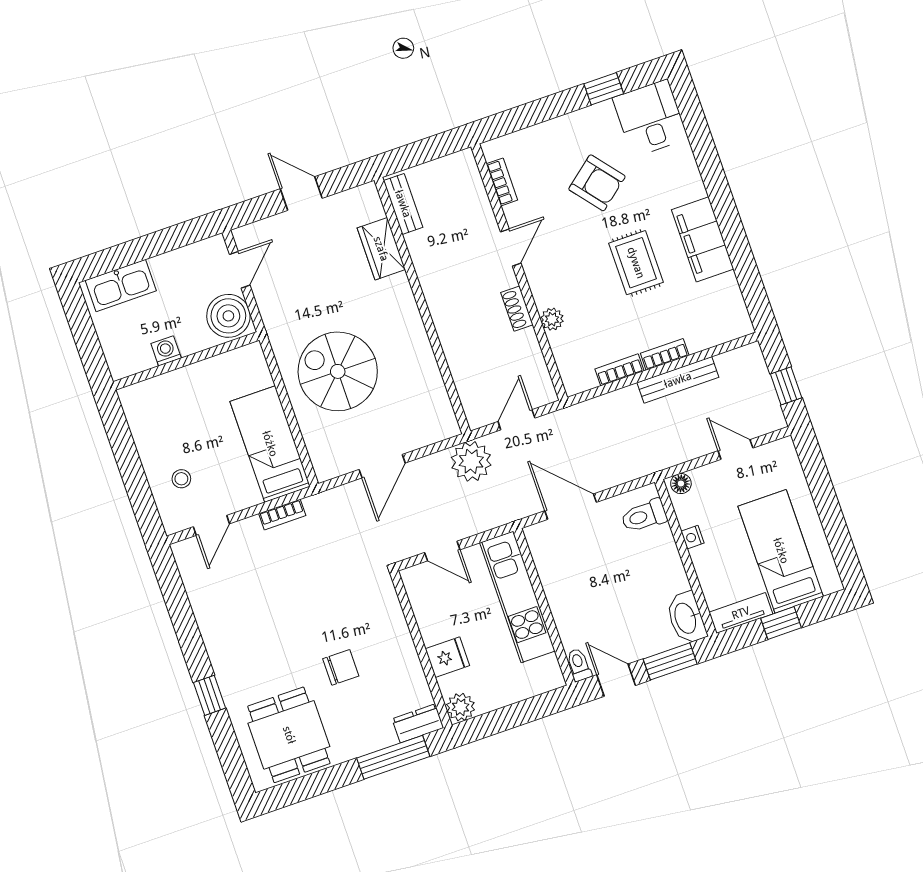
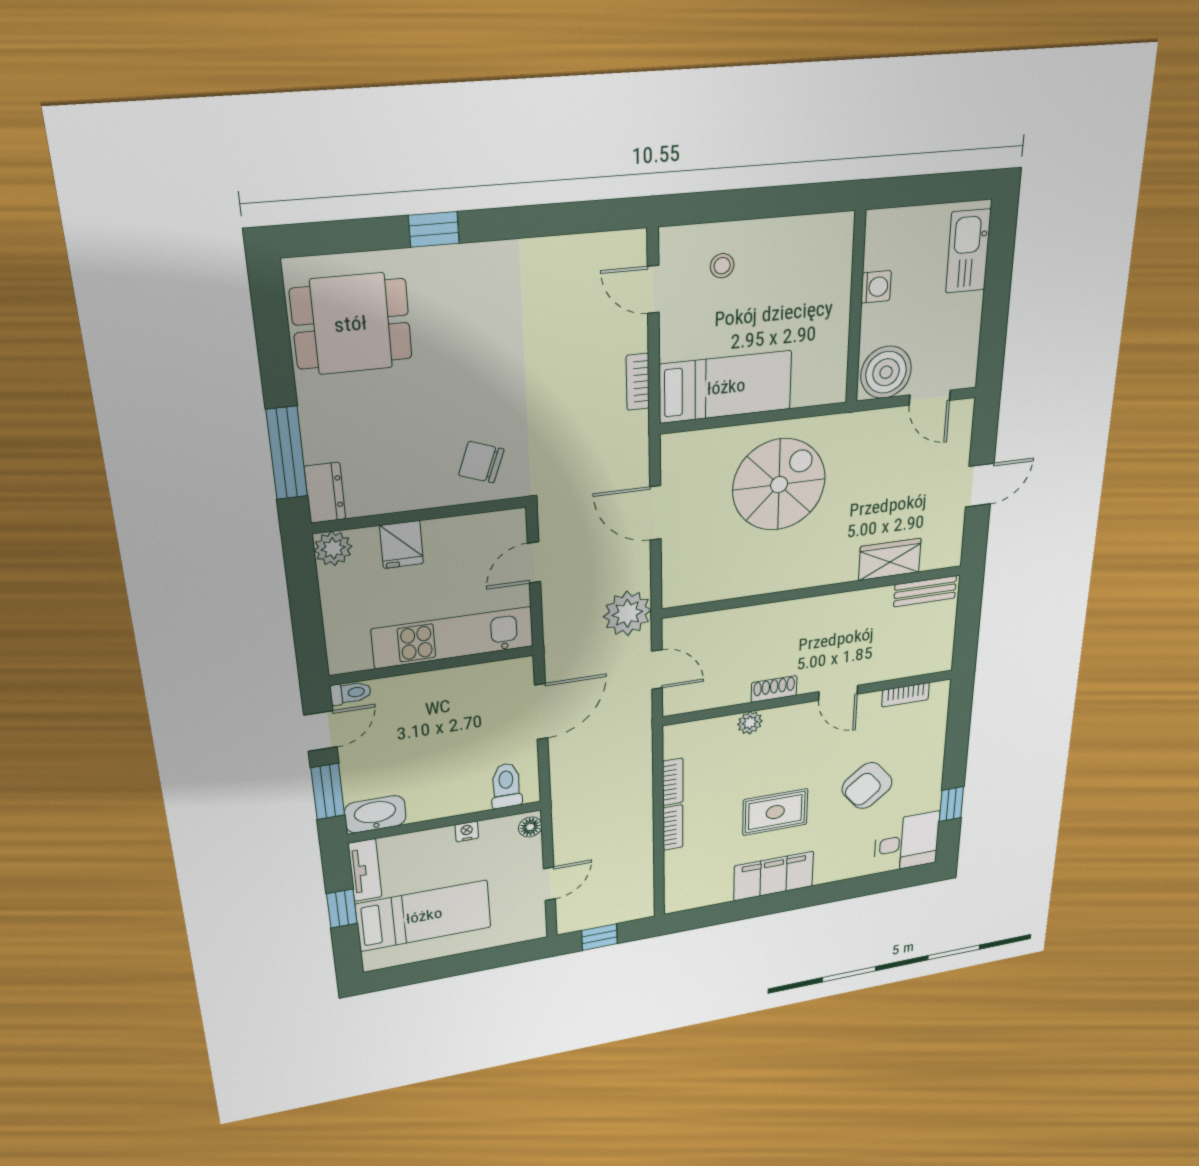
bench: (678, 380) -> (642, 837), removed
chair: (341, 667) -> (481, 462), moved, turned 110

